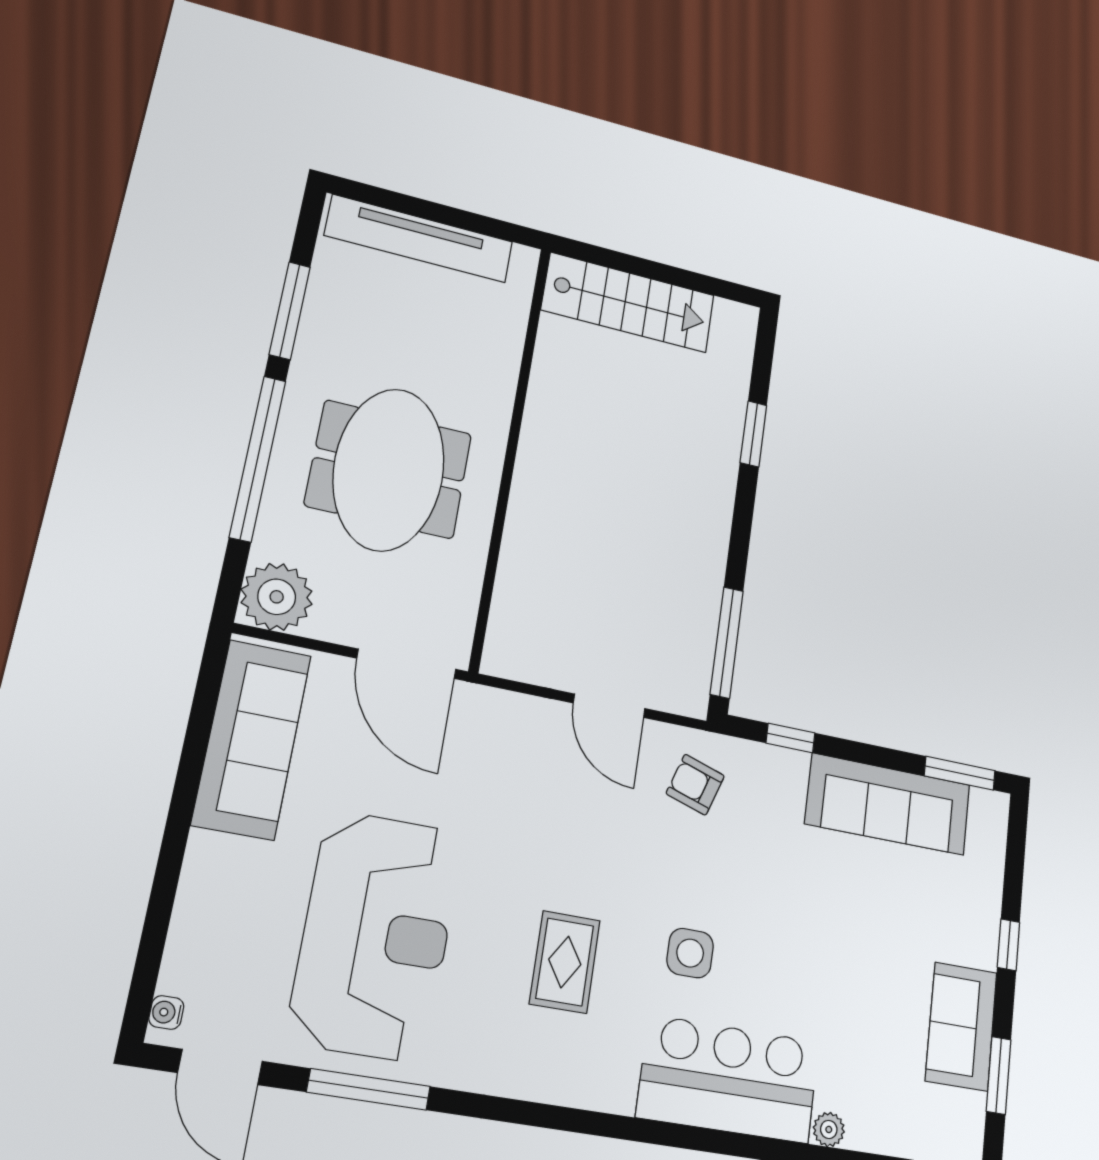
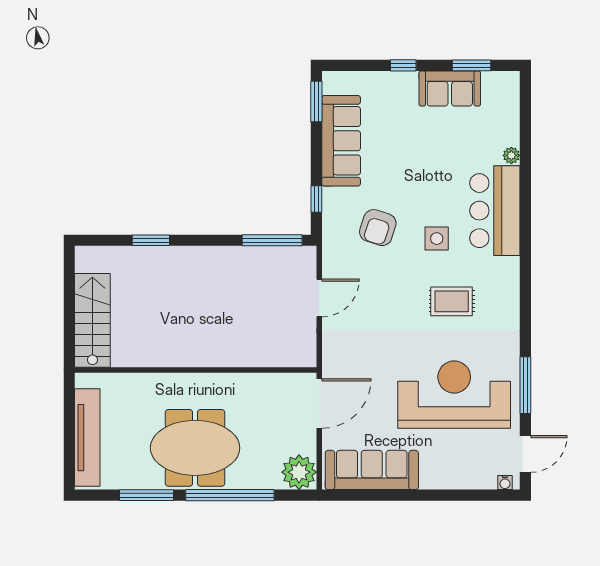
meeting table: (389, 469) -> (195, 448), moved
armchair: (695, 785) -> (378, 228), moved, width x1.38, depth x1.38

